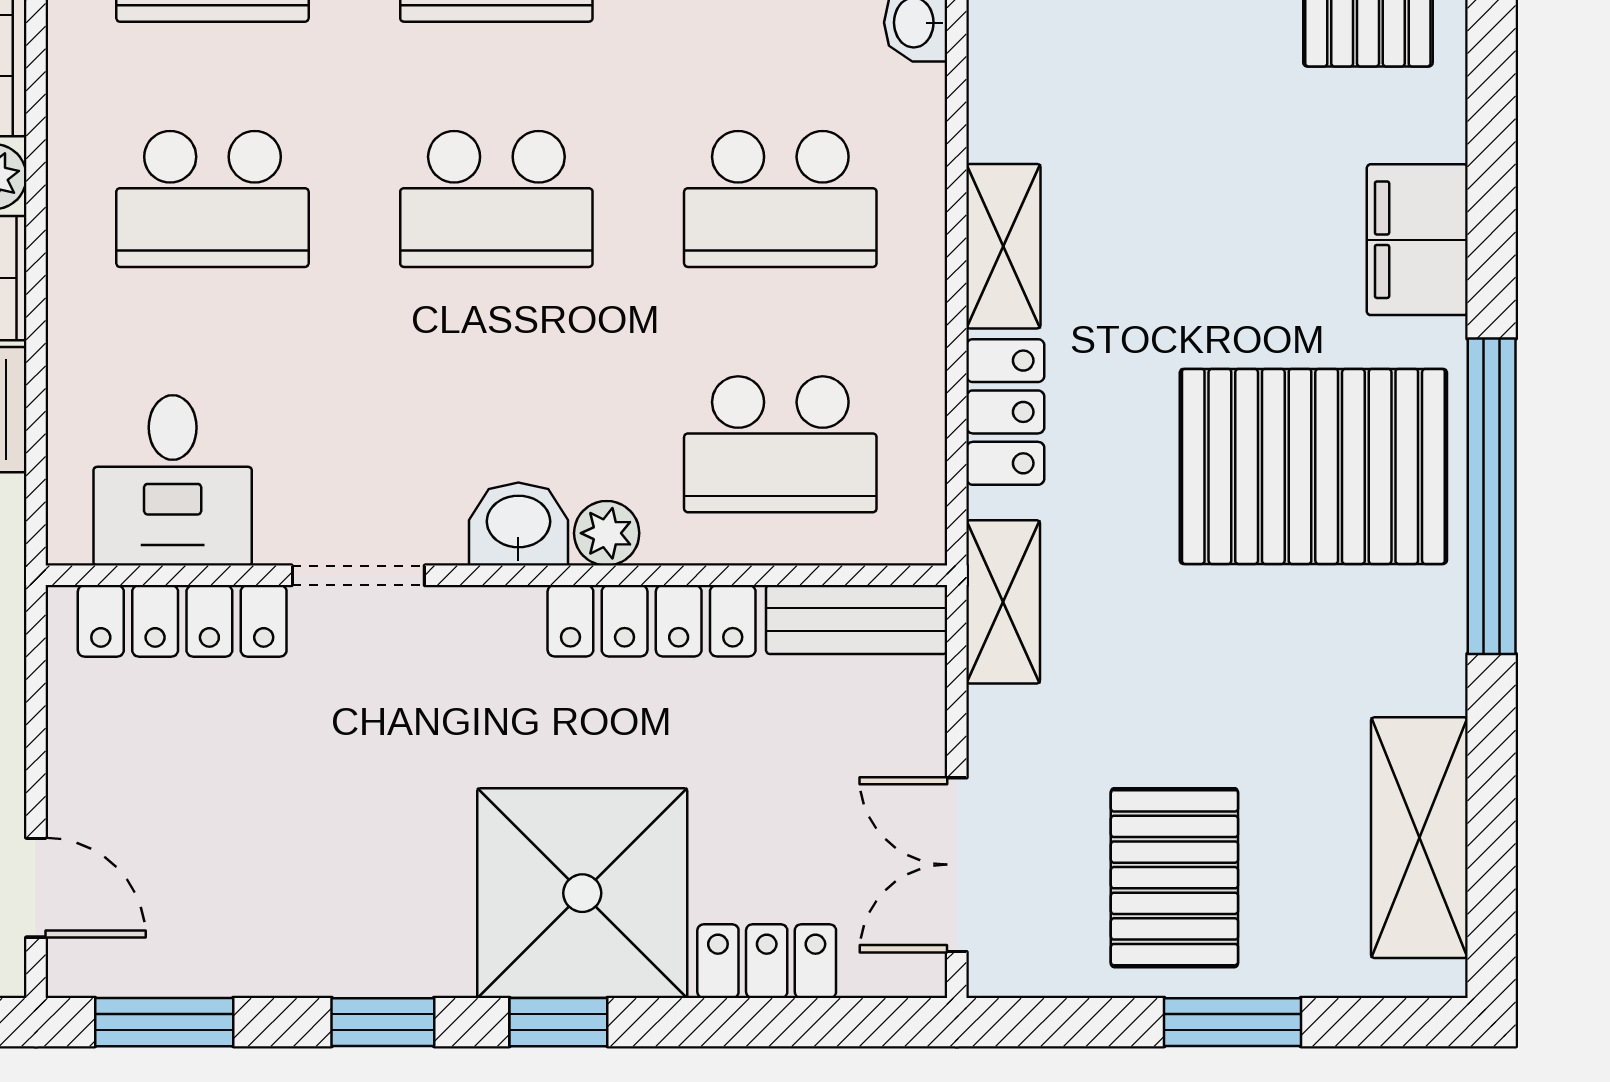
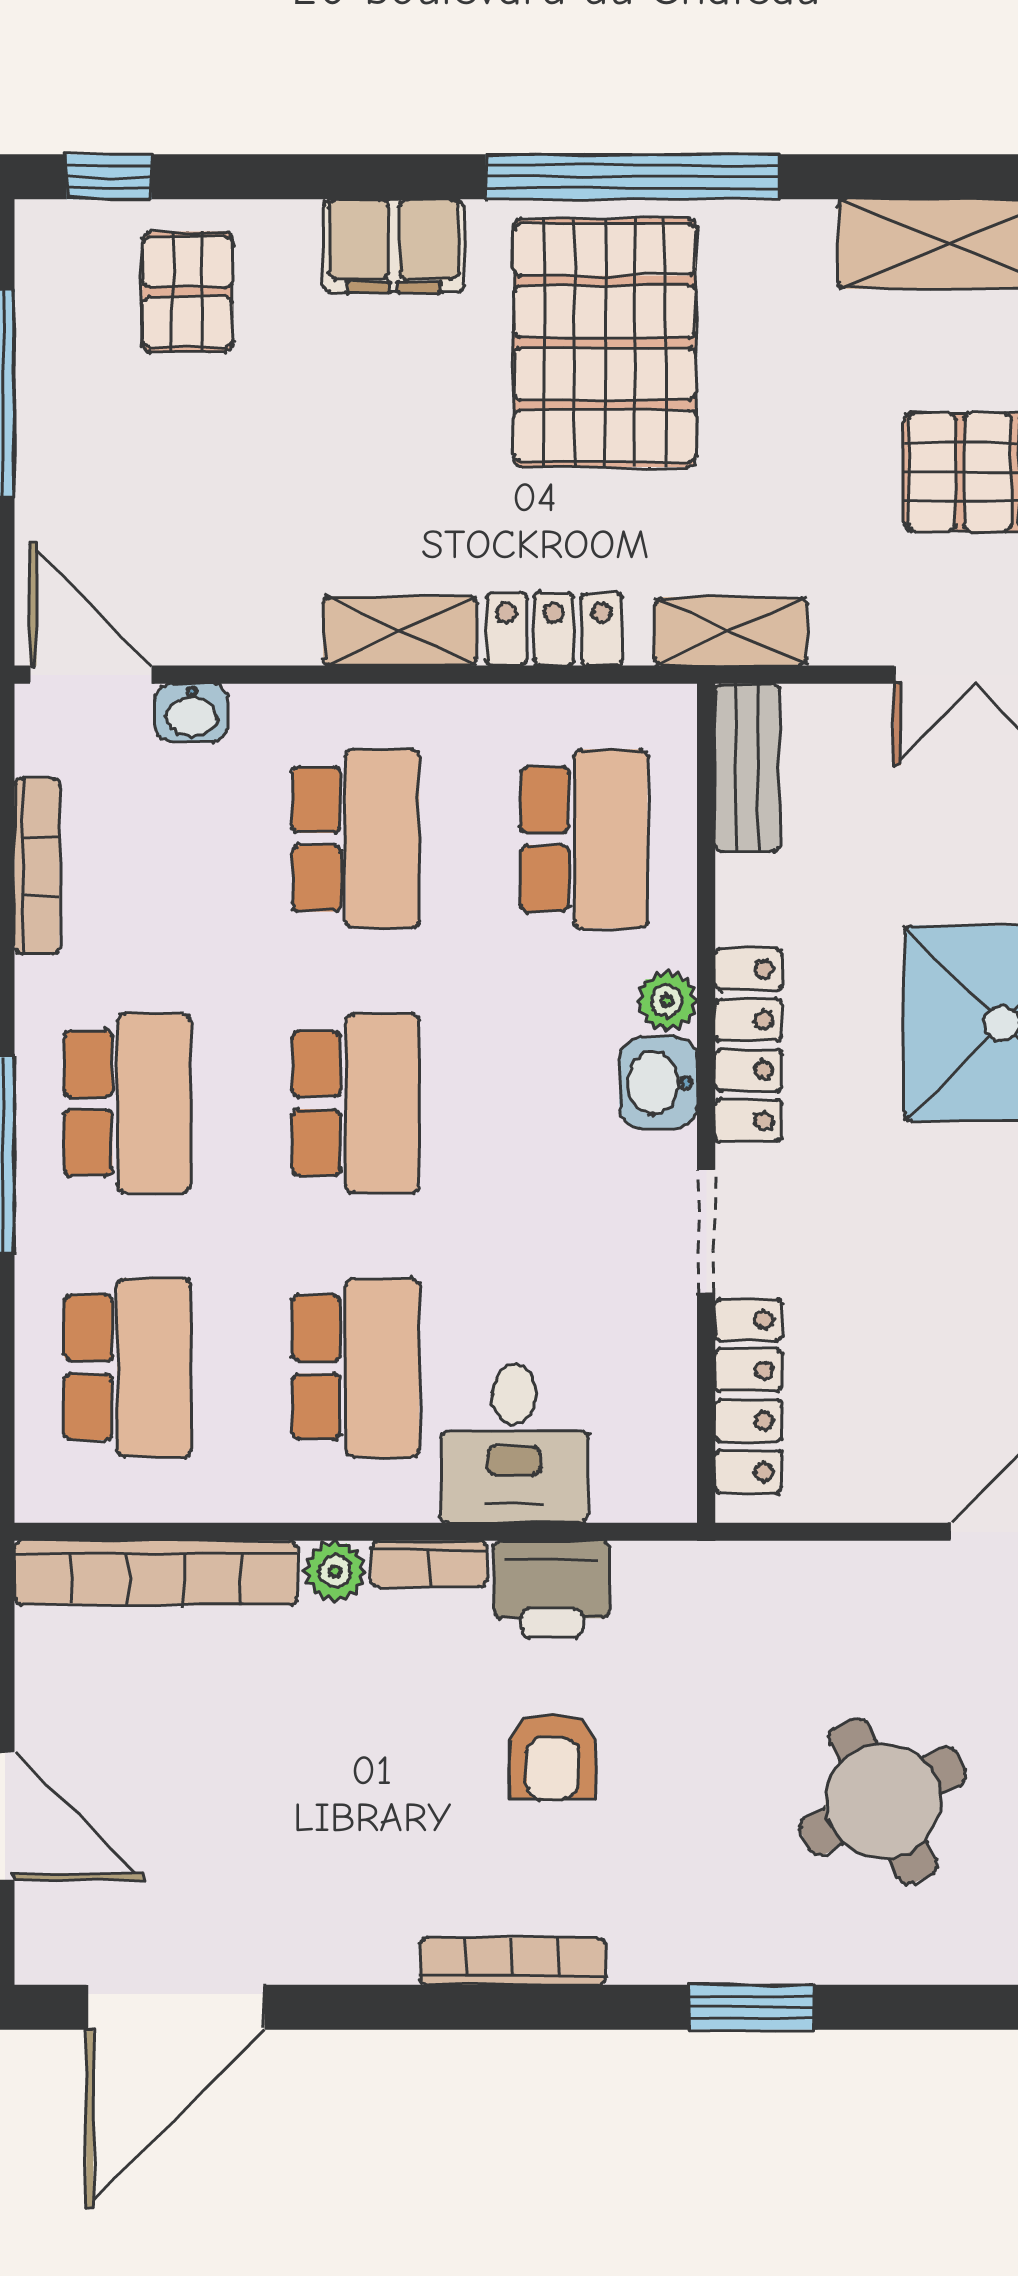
desk: (173, 480) -> (514, 1443), moved, turned 90
locker: (652, 621) -> (748, 1045), moved

